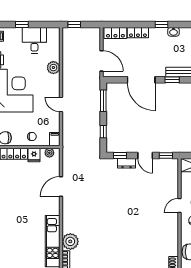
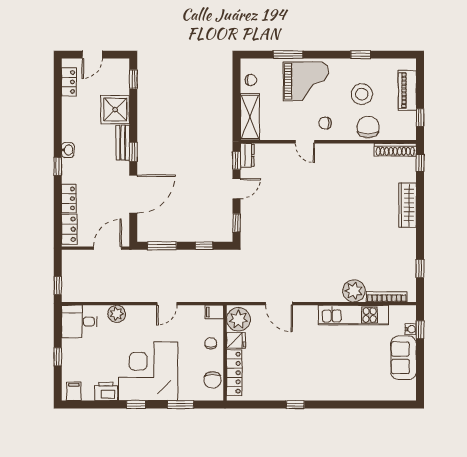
desk: (34, 40) -> (79, 322), moved
plant: (49, 153) -> (238, 319), width x1.87, depth x1.87
dresser: (127, 163) -> (247, 155), moved

